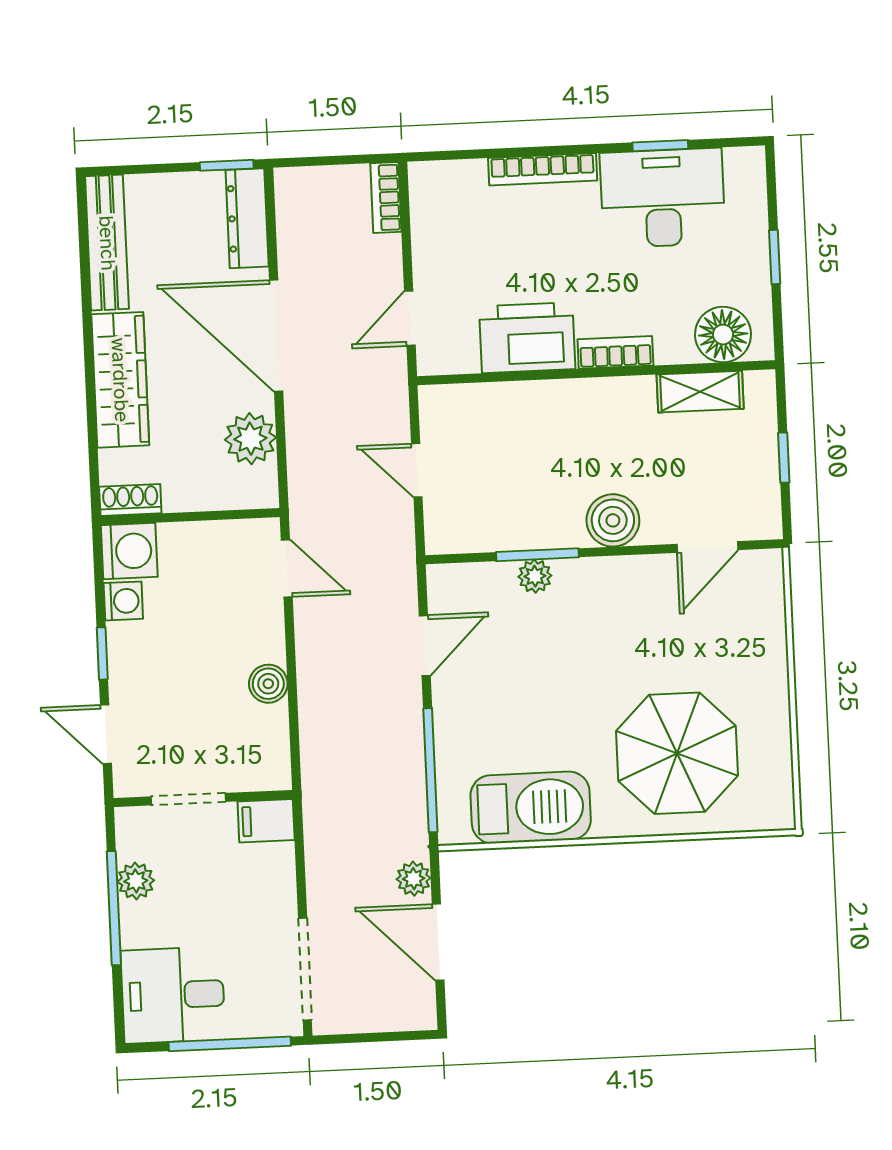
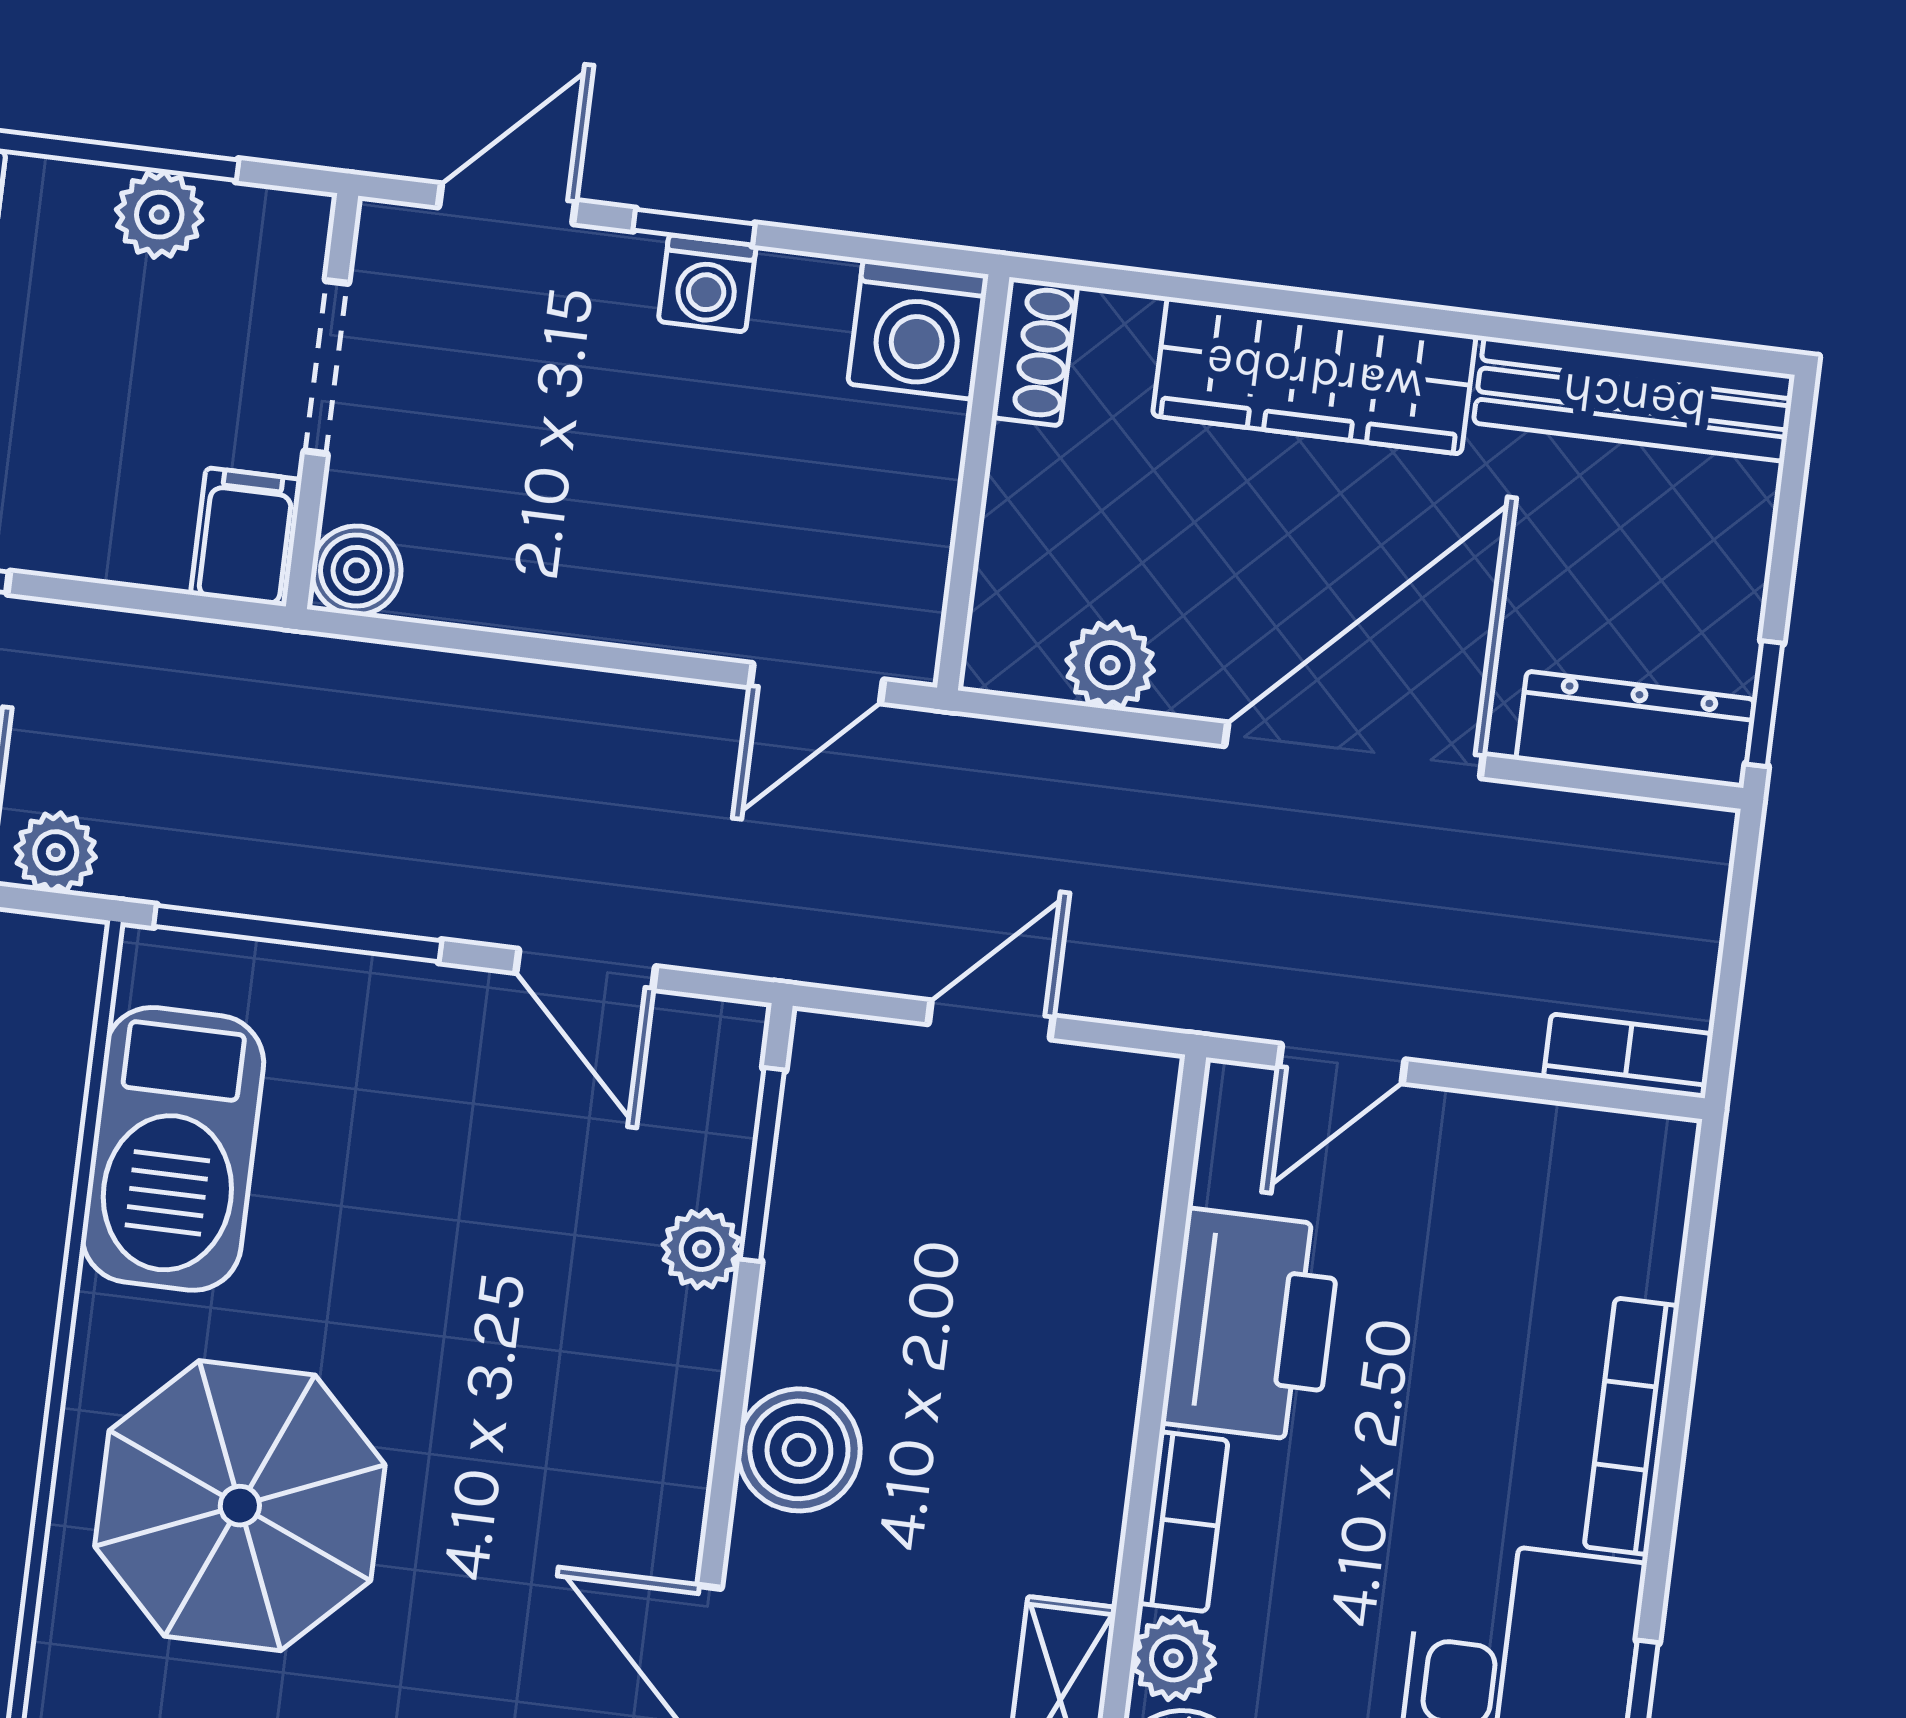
door: (410, 318) -> (1342, 1064), swing flipped
plant: (674, 347) -> (1173, 1658), added
plant: (250, 439) -> (1110, 665), width x0.73, depth x0.73
window: (537, 555) -> (762, 1165), moved
washing machine: (123, 601) -> (707, 283), moved
boiler: (268, 684) -> (356, 570), moved

